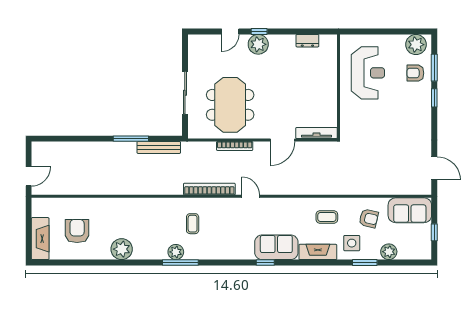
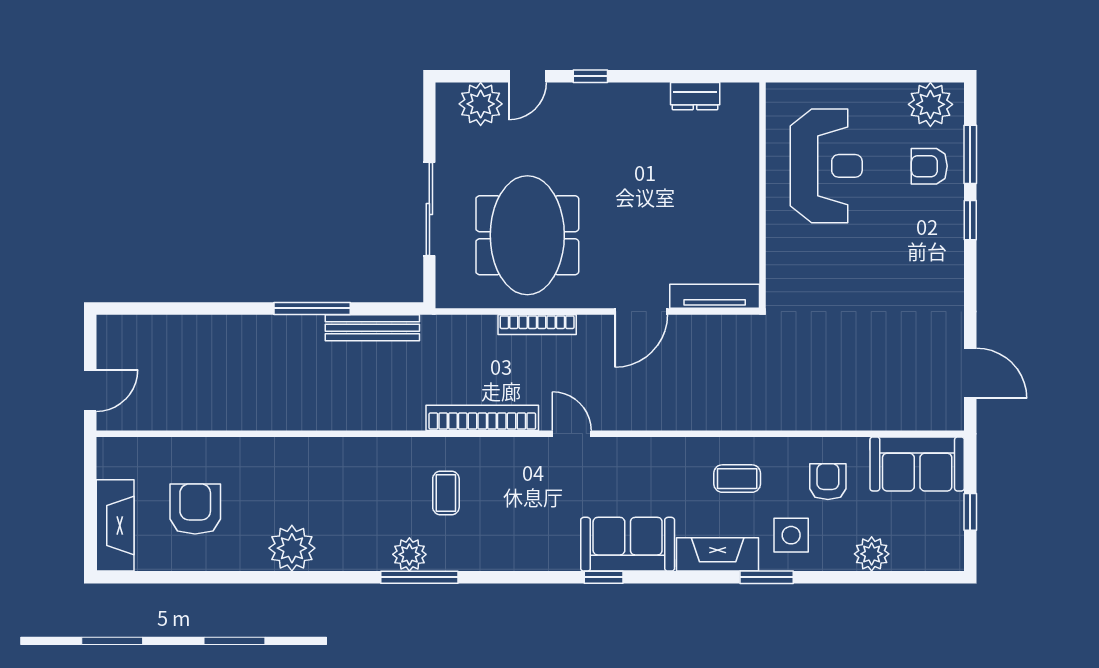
plant: (258, 44) -> (481, 104), moved
armchair: (369, 218) -> (828, 482), turned -103
window: (365, 263) -> (767, 577), moved

